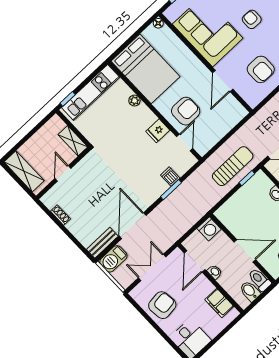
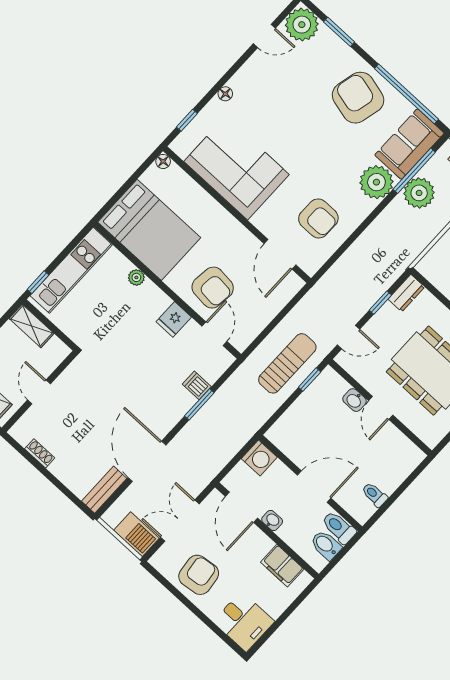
armchair: (252, 19) -> (300, 146), removed
door: (223, 81) -> (280, 254), moved
armchair: (186, 111) -> (213, 288), turned 96
shelving: (73, 141) -> (32, 326), moved
barbecue: (113, 259) -> (136, 534), moved, turned -90

